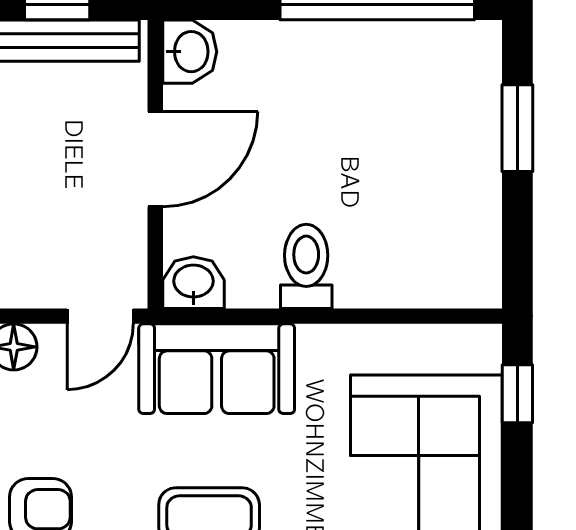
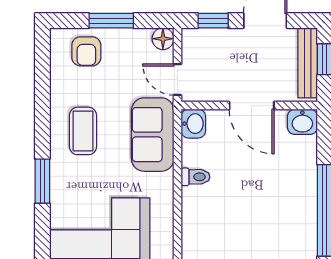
toilet: (306, 266) -> (195, 177), width x0.73, depth x0.72

